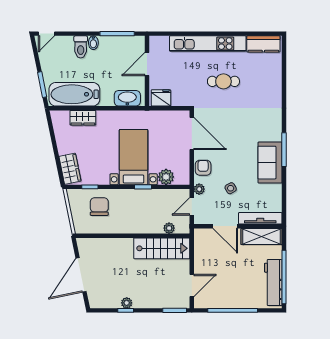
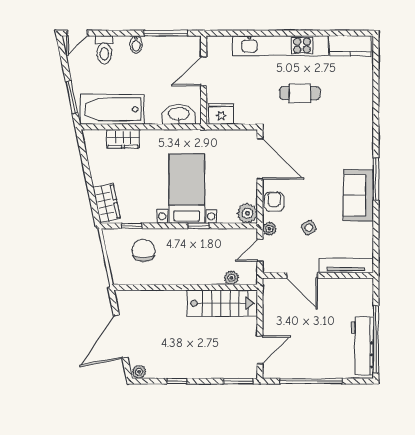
toilet: (81, 47) -> (104, 50), moved
plant: (166, 177) -> (247, 213), moved
shelving: (262, 236) -> (348, 288), removed
plant: (127, 303) -> (139, 372), moved

